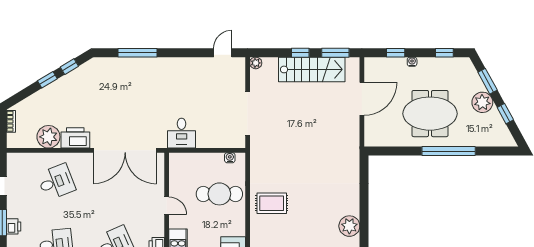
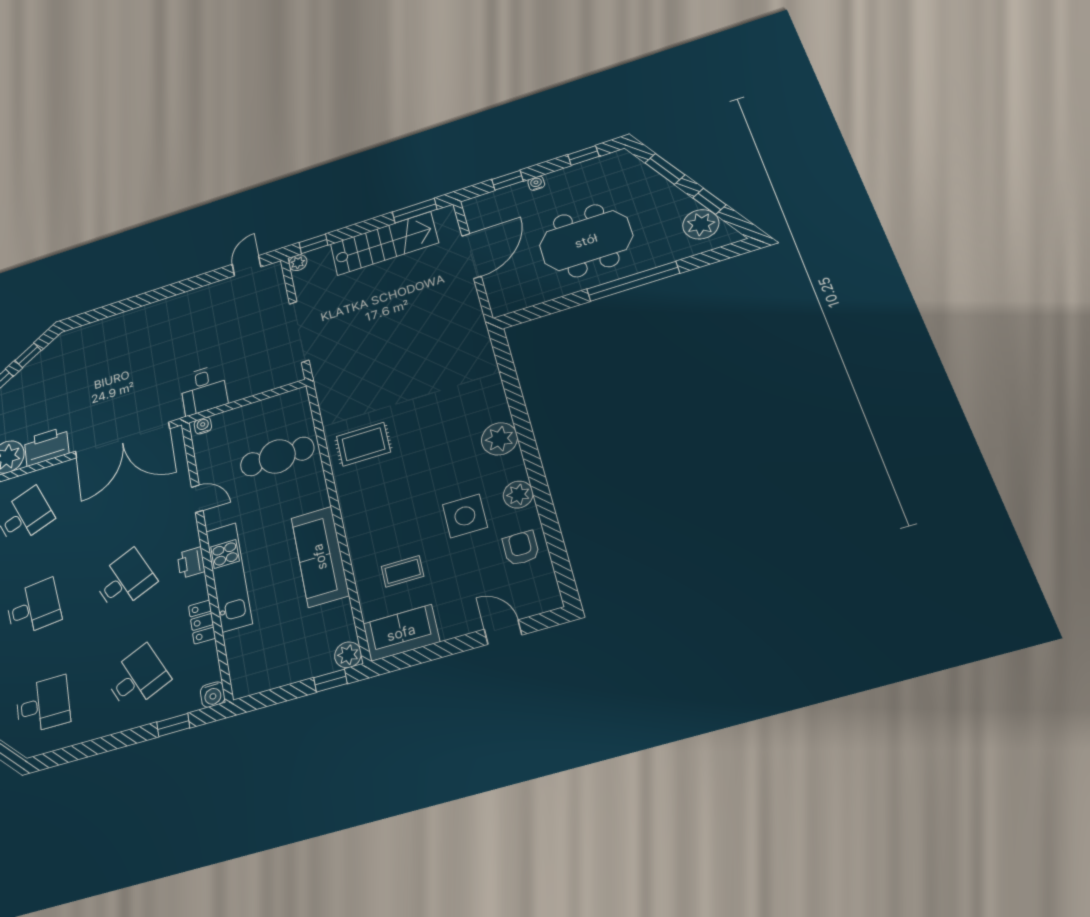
window: (138, 53) -> (123, 306), removed
window: (300, 53) -> (313, 244), moved
plant: (482, 102) -> (701, 224), moved
water cooler: (230, 158) -> (203, 426), moved

